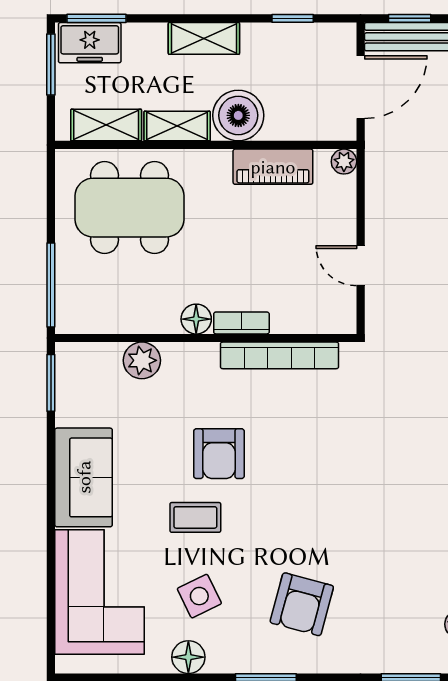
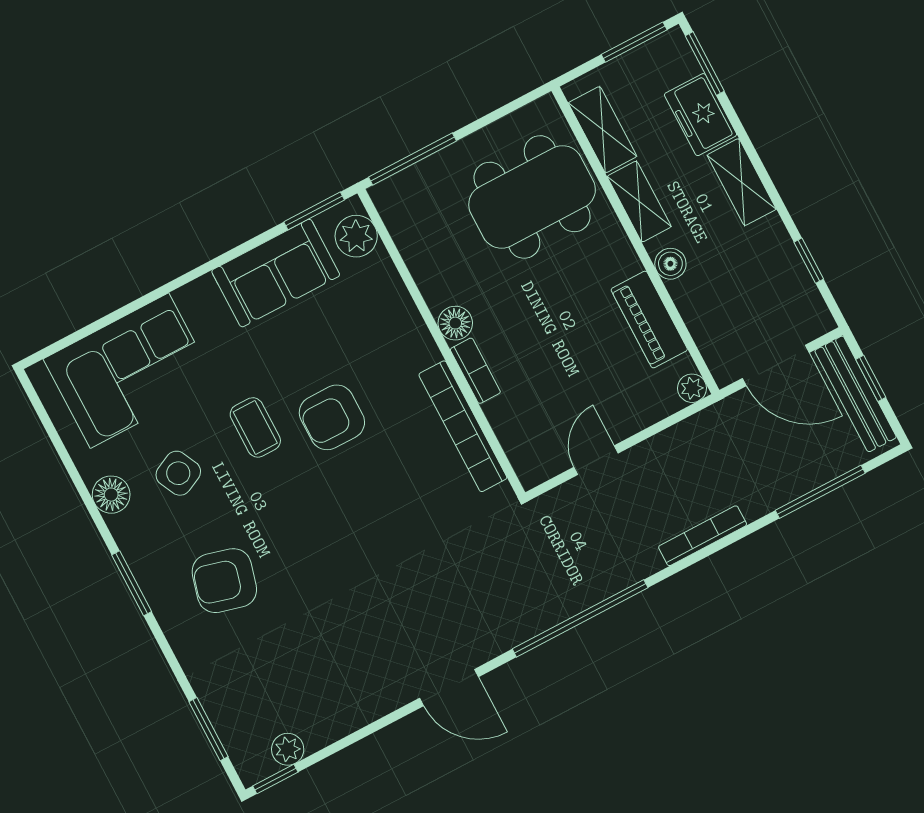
freezer: (90, 43) -> (701, 115), moved
boiler: (238, 115) -> (670, 264), width x0.54, depth x0.54
dining table: (130, 208) -> (532, 197), turned 90
plant: (142, 360) -> (356, 236), moved
sofa: (84, 477) -> (276, 273), moved

